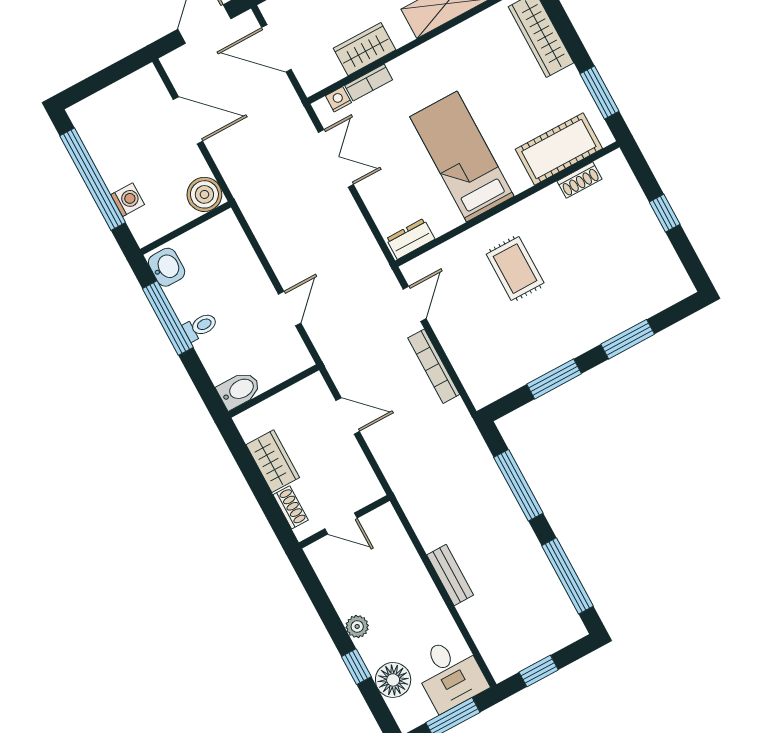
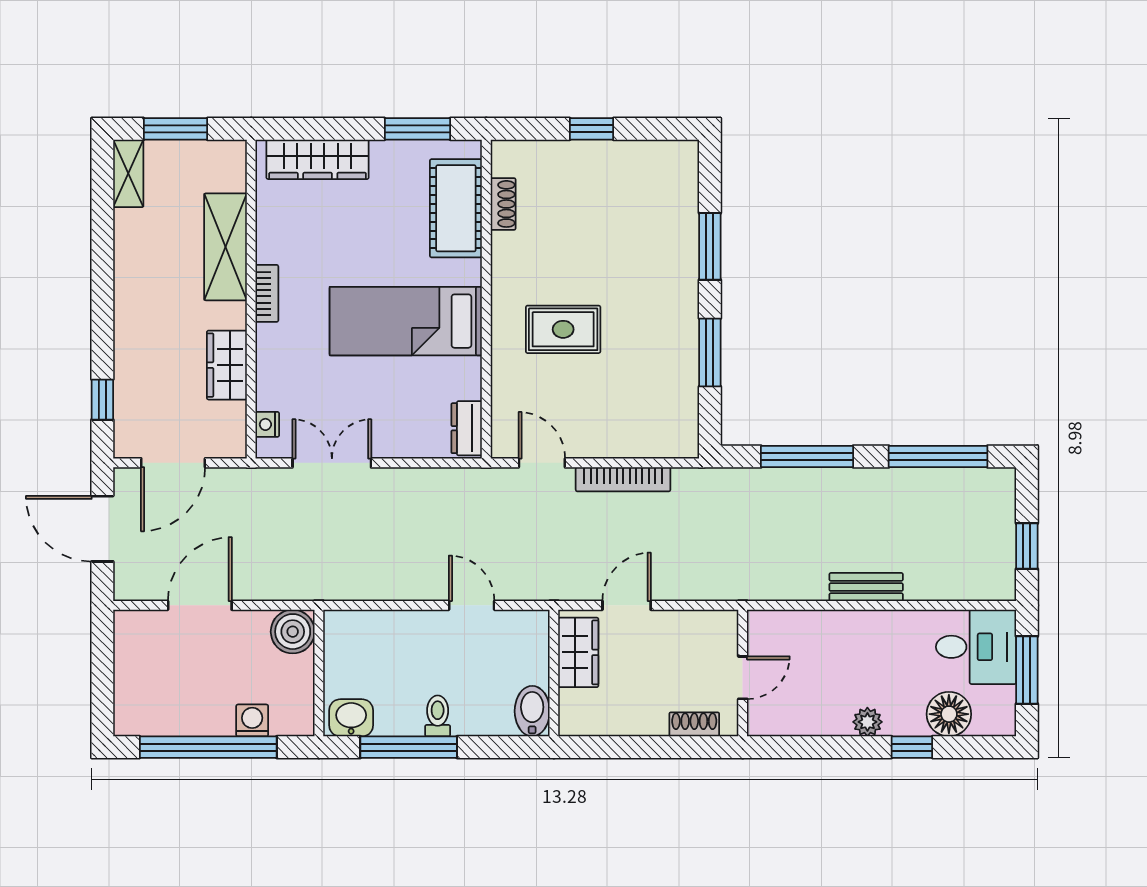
bookcase: (369, 83) -> (267, 293), moved
wardrobe: (273, 461) -> (578, 652), moved, turned 90

